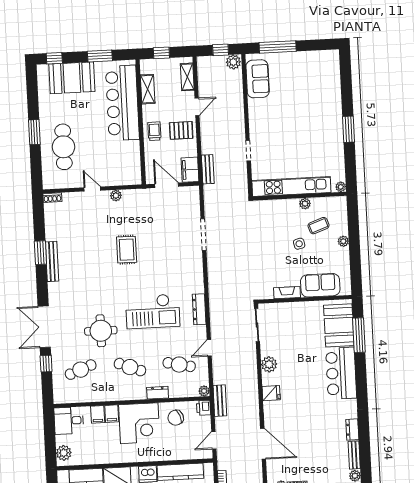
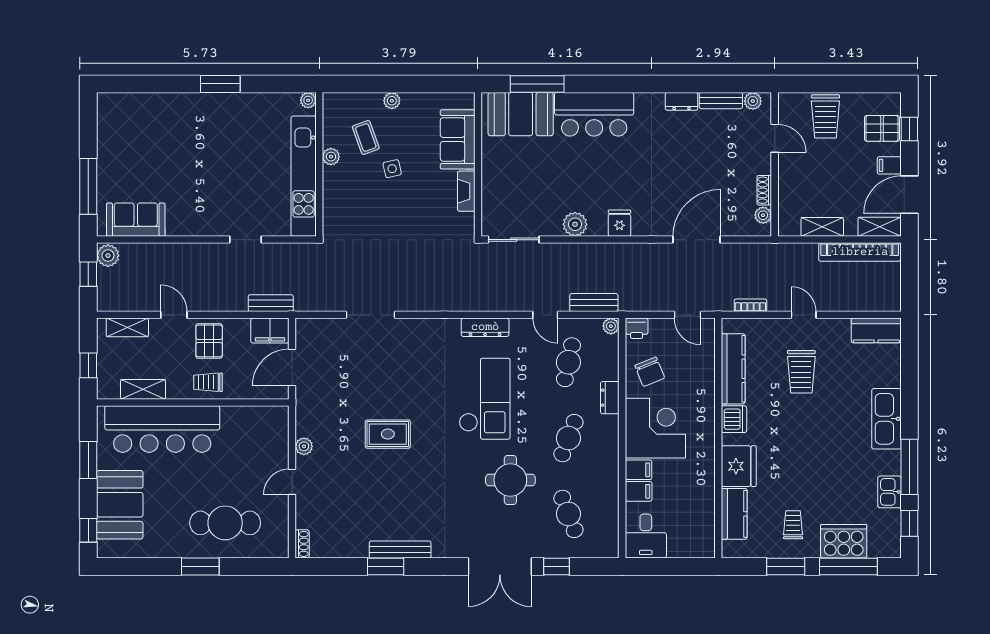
bench: (220, 401) -> (594, 303), moved
plant: (64, 453) -> (695, 546), removed

